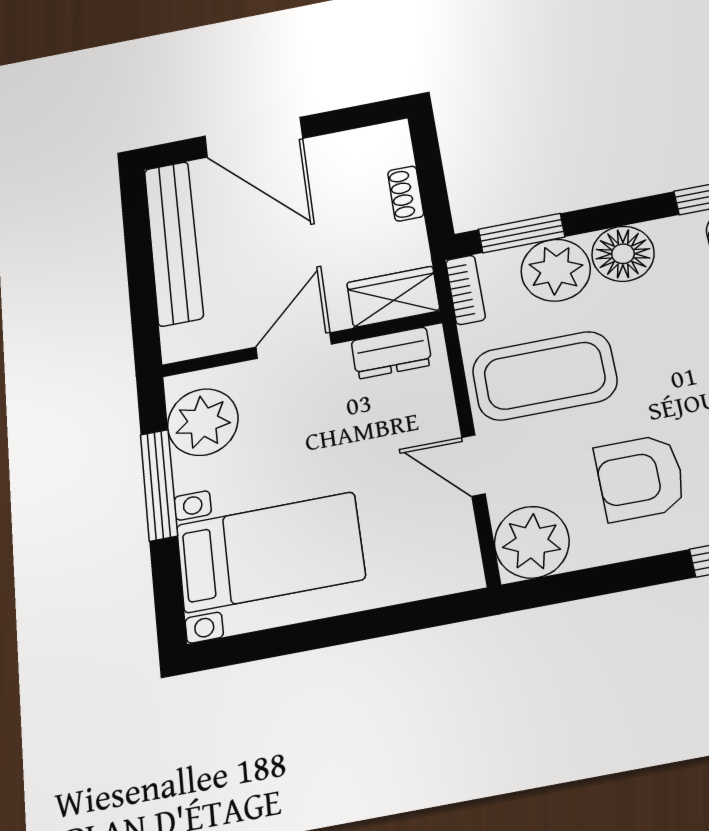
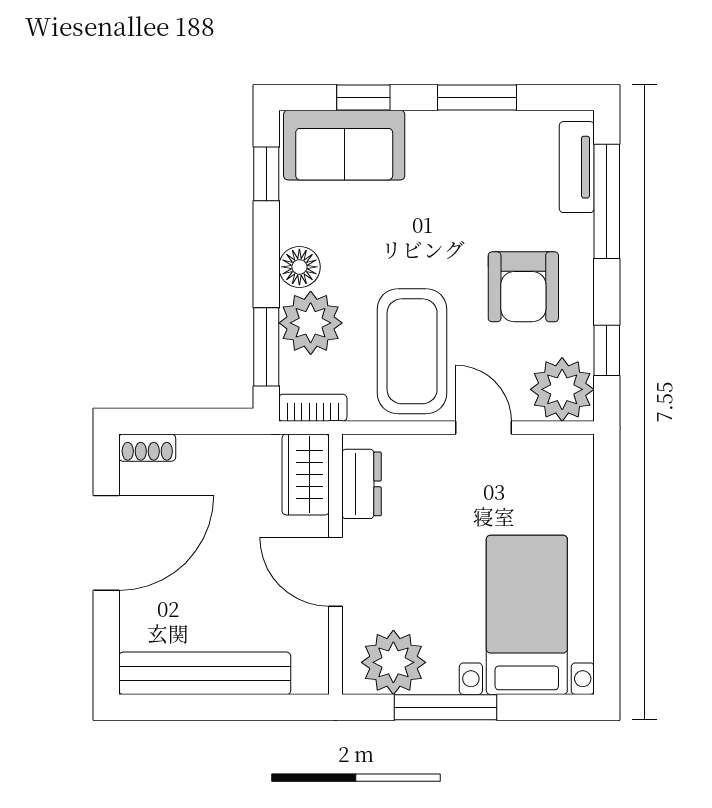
door: (254, 137) -> (106, 543), moved
shoe rack: (406, 194) -> (147, 448), moved
floor lamp: (623, 254) -> (299, 267), width x0.73, depth x0.73
door: (473, 466) -> (483, 428), swing flipped
window: (586, 583) -> (607, 350), added

